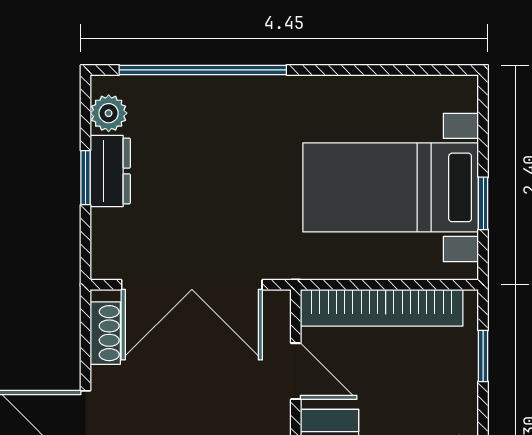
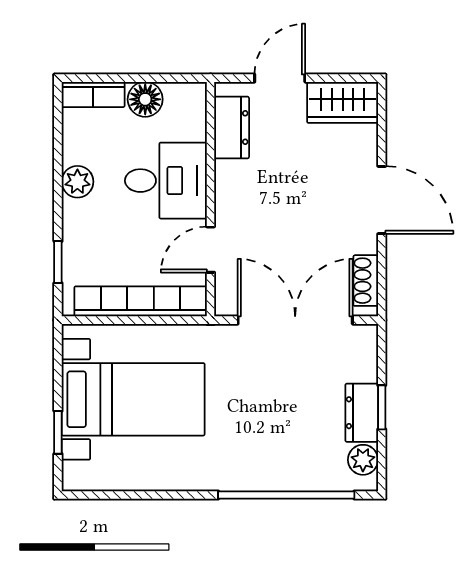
window: (483, 203) -> (58, 432), moved
door: (296, 371) -> (211, 250), hinge flipped

